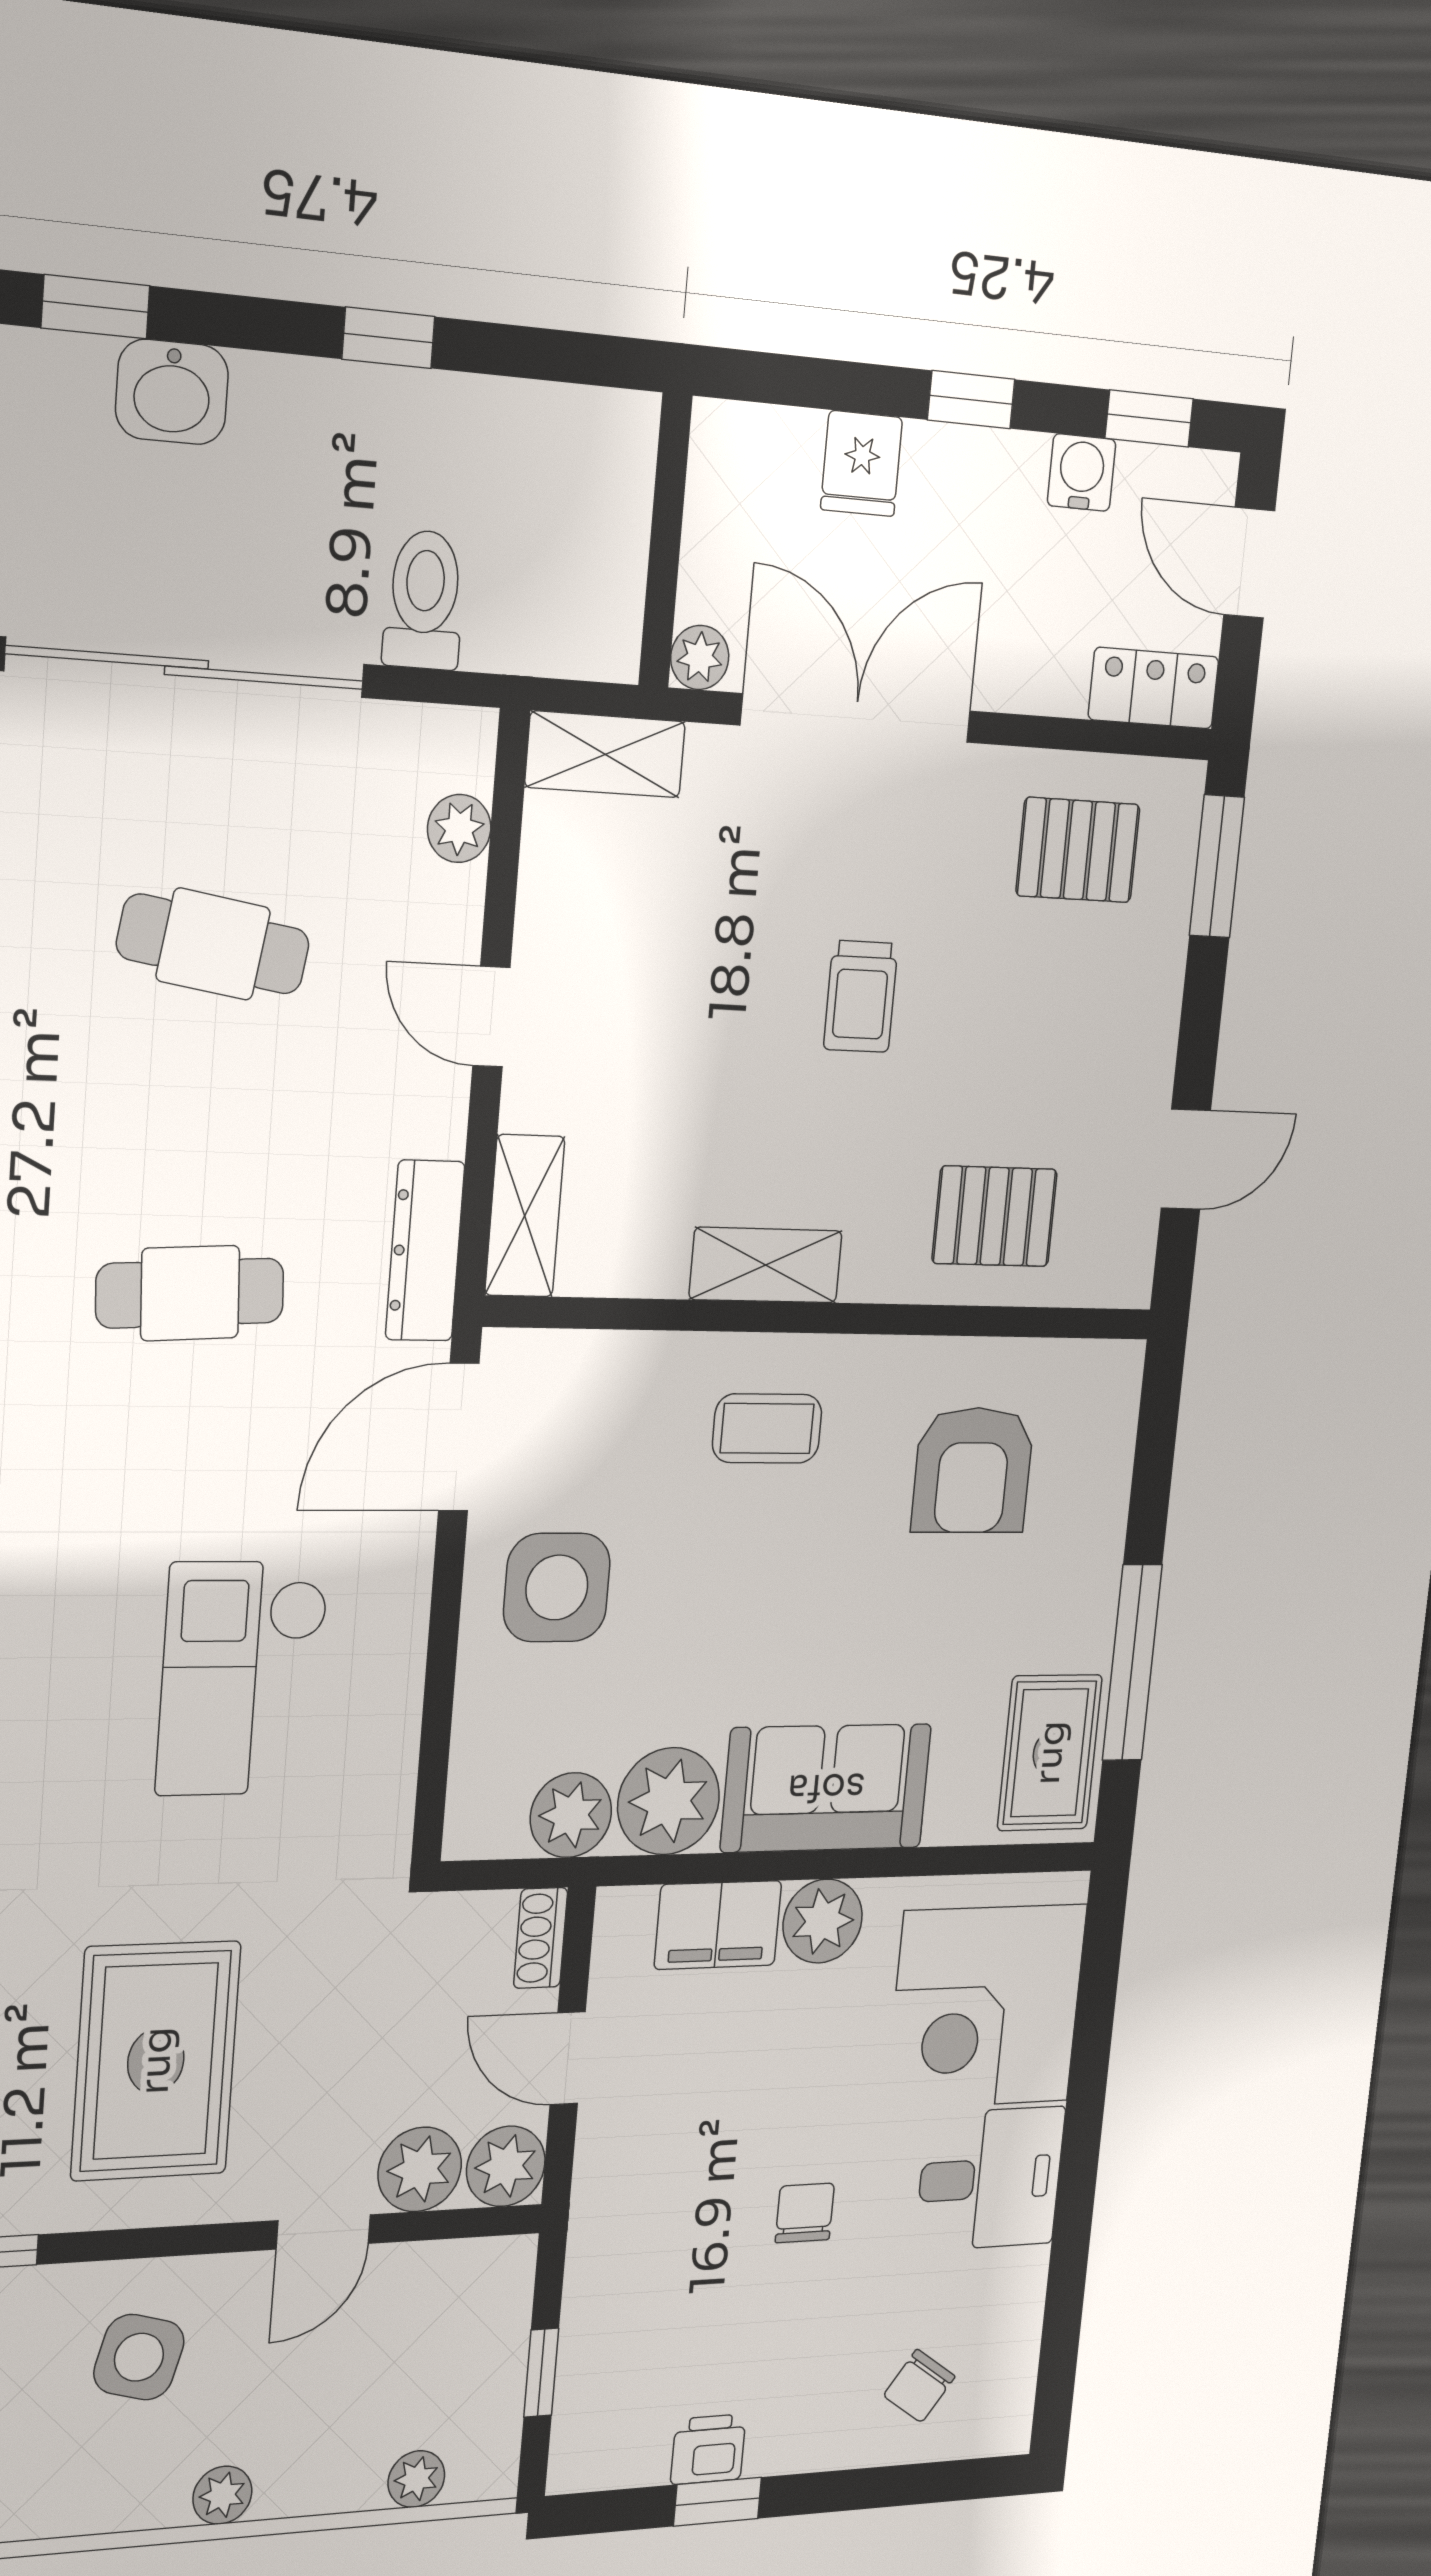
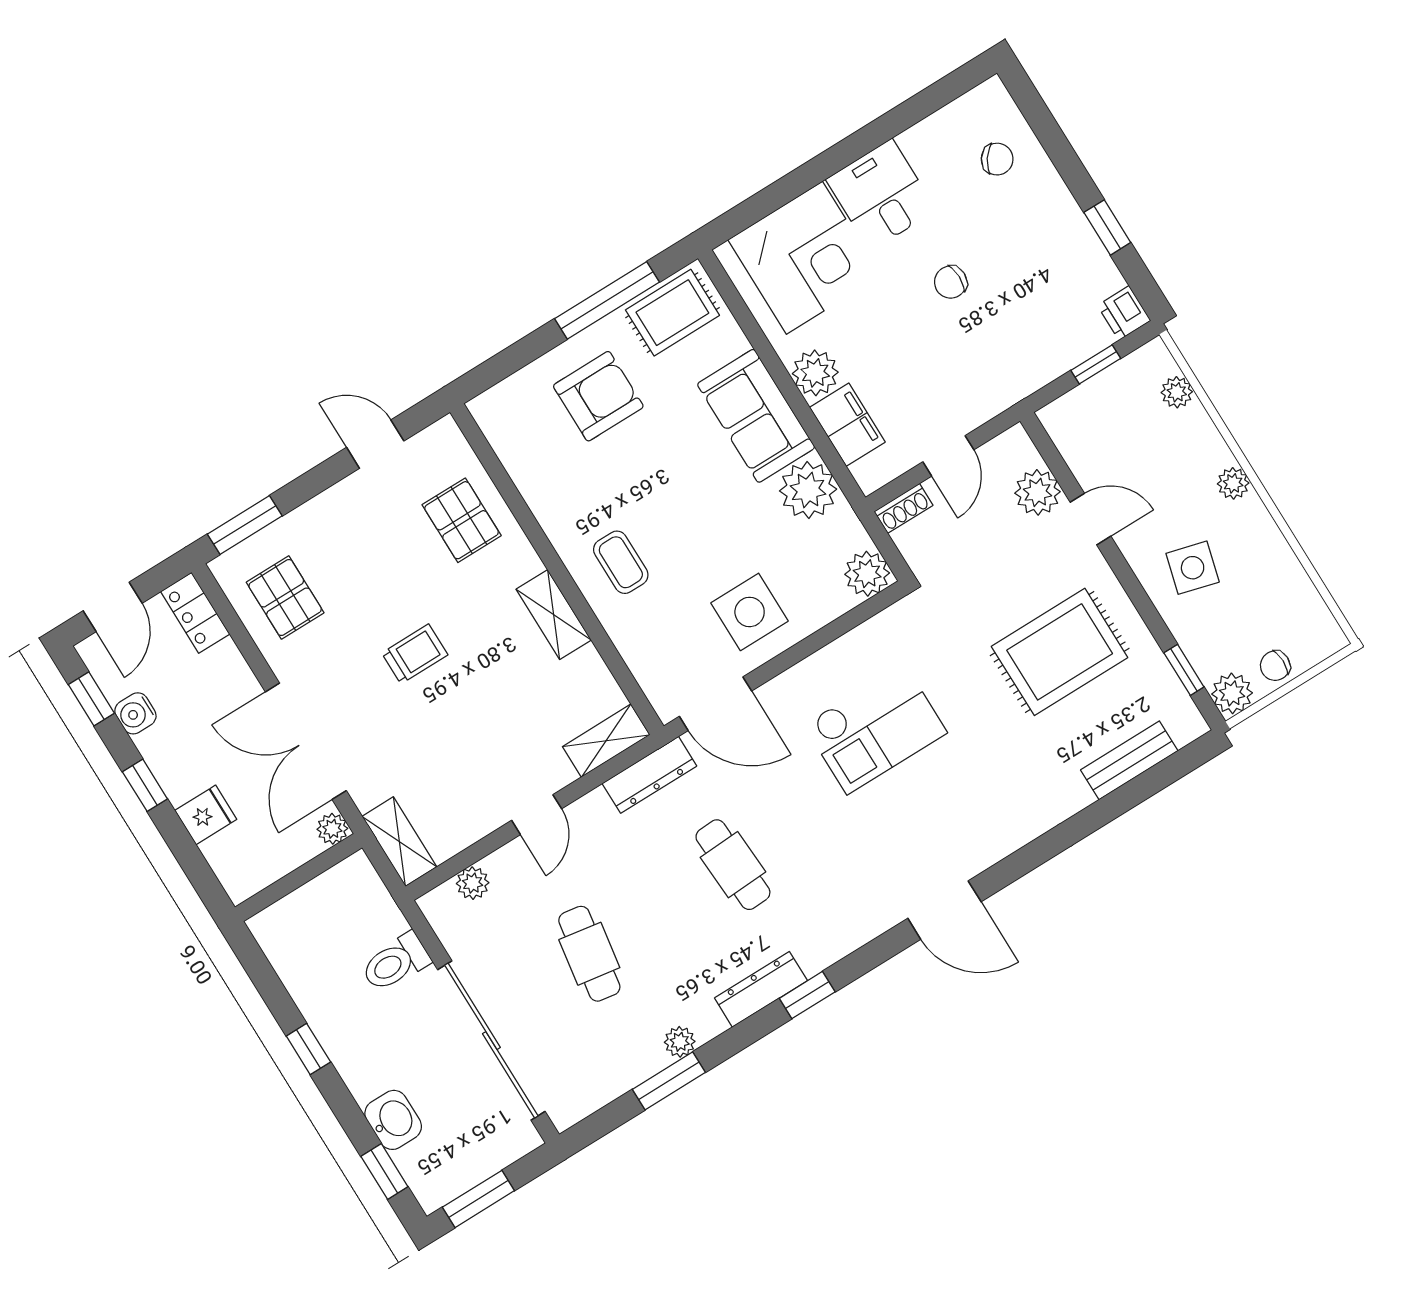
armchair: (973, 1470) -> (598, 396), moved
plant: (571, 1815) -> (867, 574), moved
plant: (506, 2166) -> (1013, 451), removed
printer: (708, 2449) -> (1124, 313), moved

